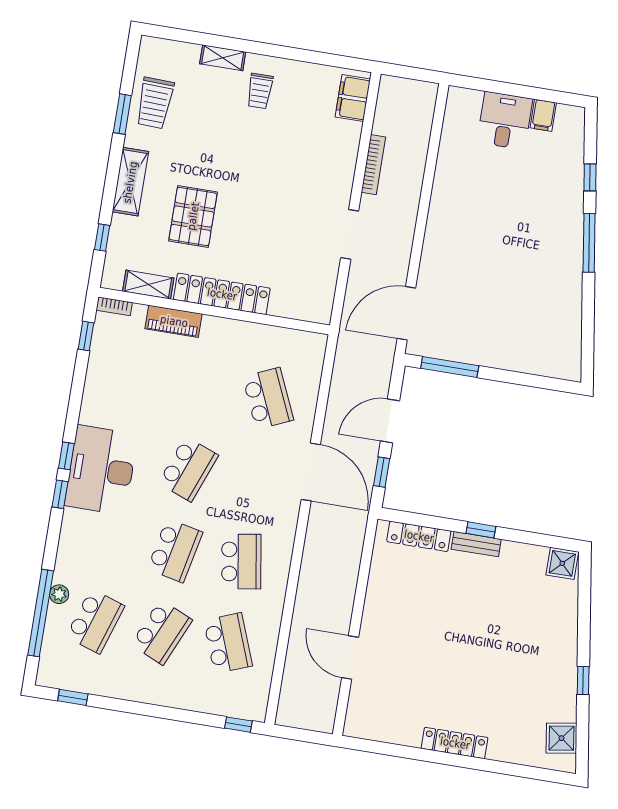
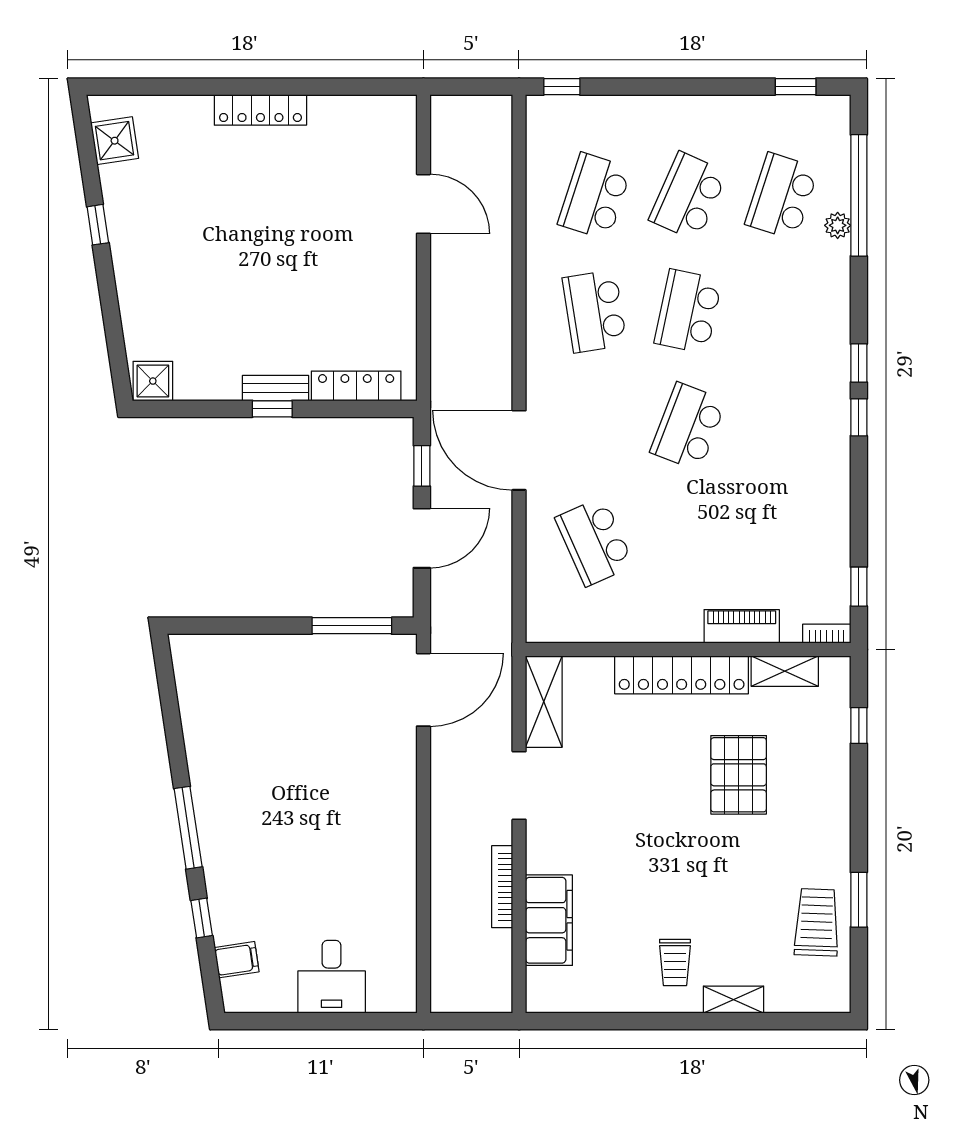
trolley: (260, 91) -> (675, 962), turned 180
filing cabinet: (353, 98) -> (549, 920), moved, width x1.50, depth x1.17
filing cabinet: (543, 115) -> (237, 960), moved, turned 81
shelving: (130, 182) -> (544, 702), moved
desk: (101, 470) -> (808, 406), removed
school desk: (228, 643) -> (595, 196), turned 39

